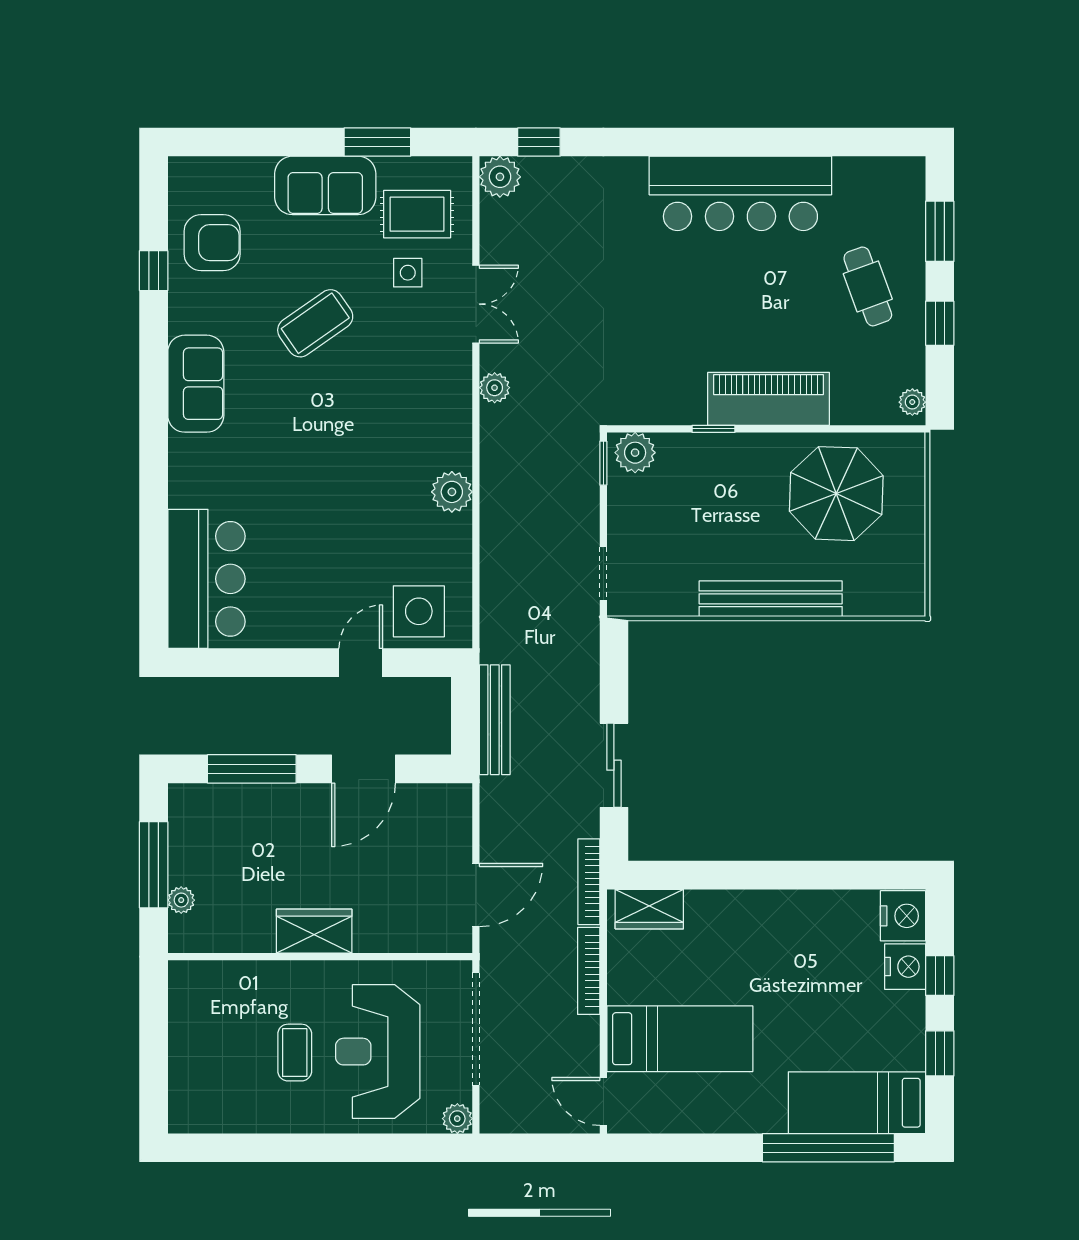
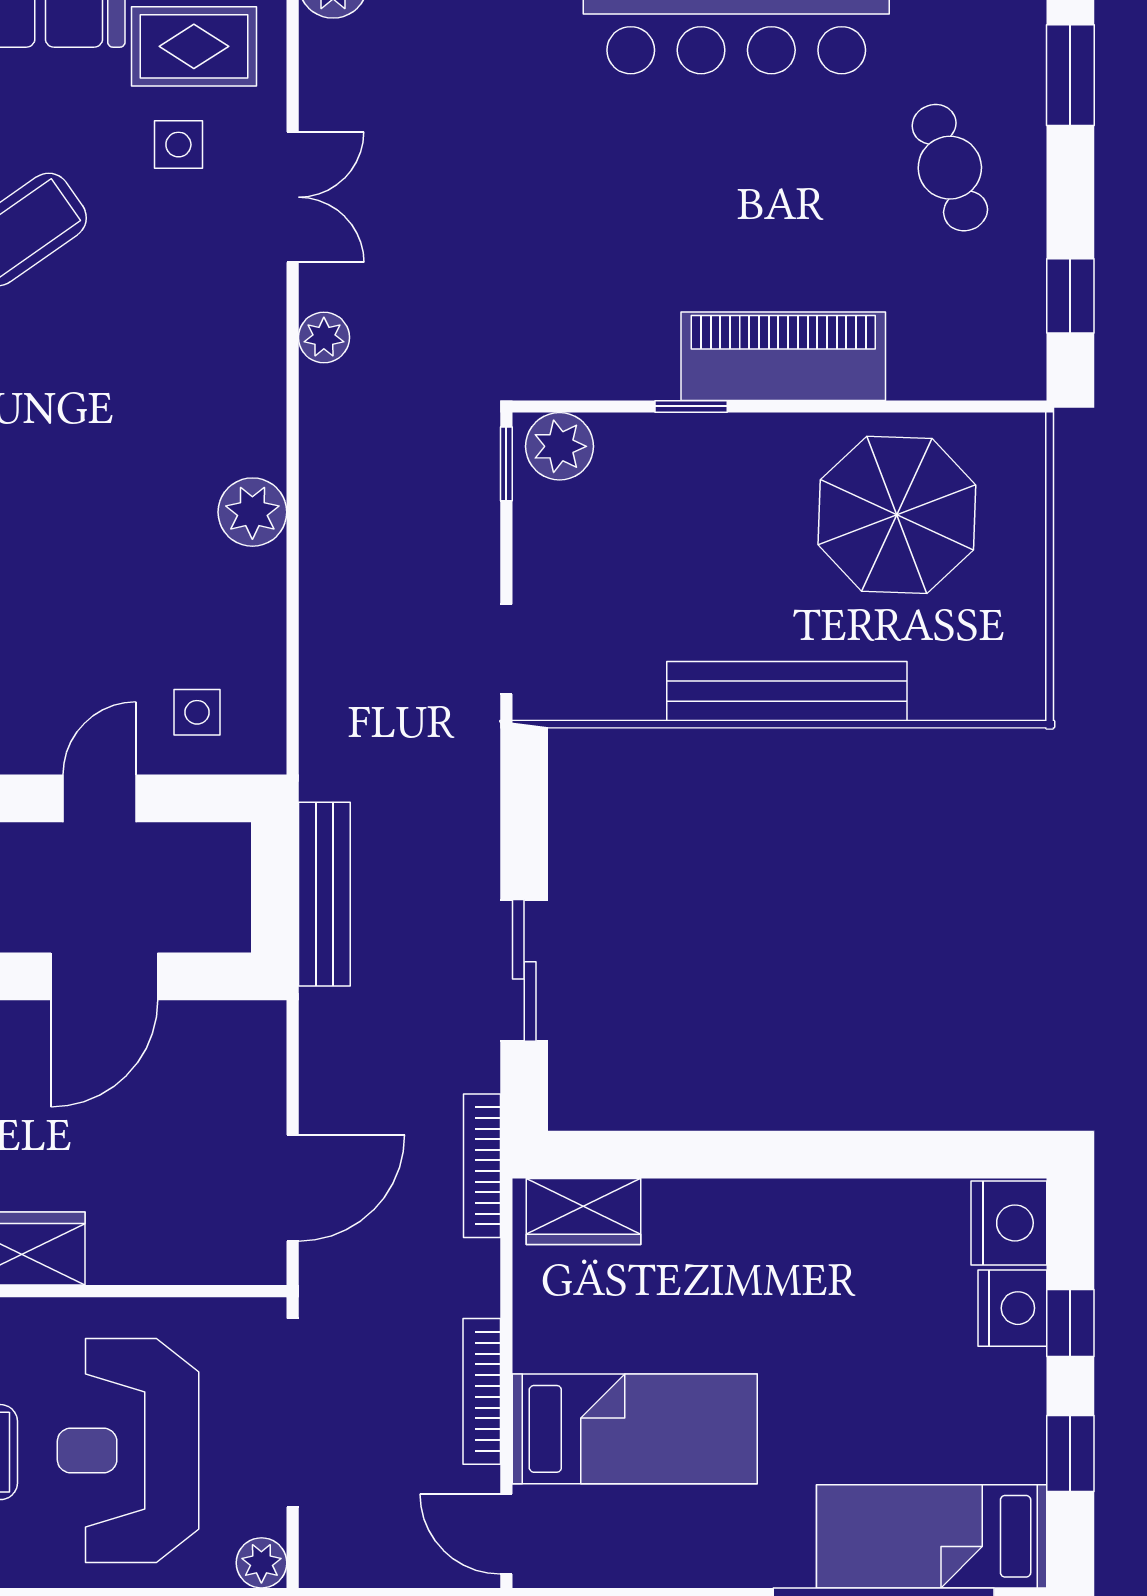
window: (940, 323) -> (1070, 296), moved
plant: (912, 402) -> (1024, 361), removed
side table: (419, 611) -> (197, 712), width x0.54, depth x0.54
bookcase: (589, 971) -> (482, 1391), moved

